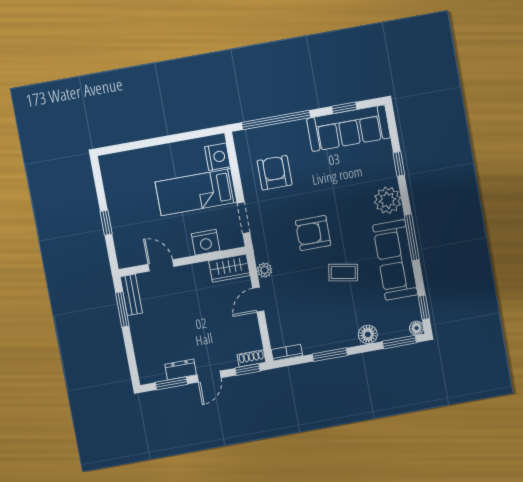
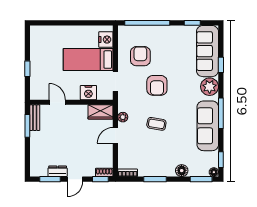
sofa: (349, 128) -> (207, 51), moved, turned 90
armchair: (313, 233) -> (157, 85), moved, turned -90
coffee table: (343, 273) -> (156, 124), moved

